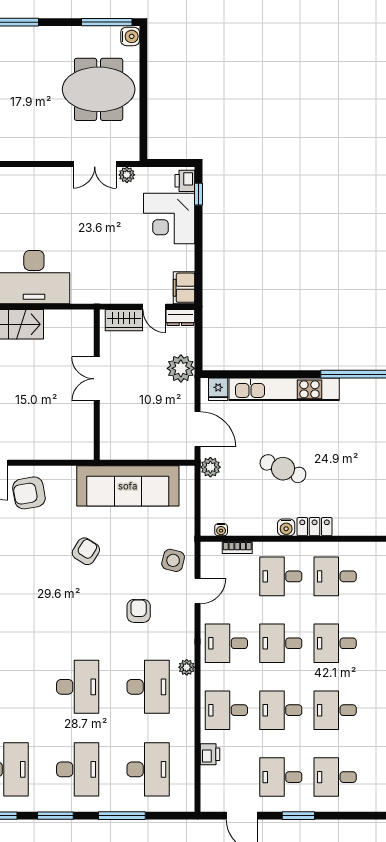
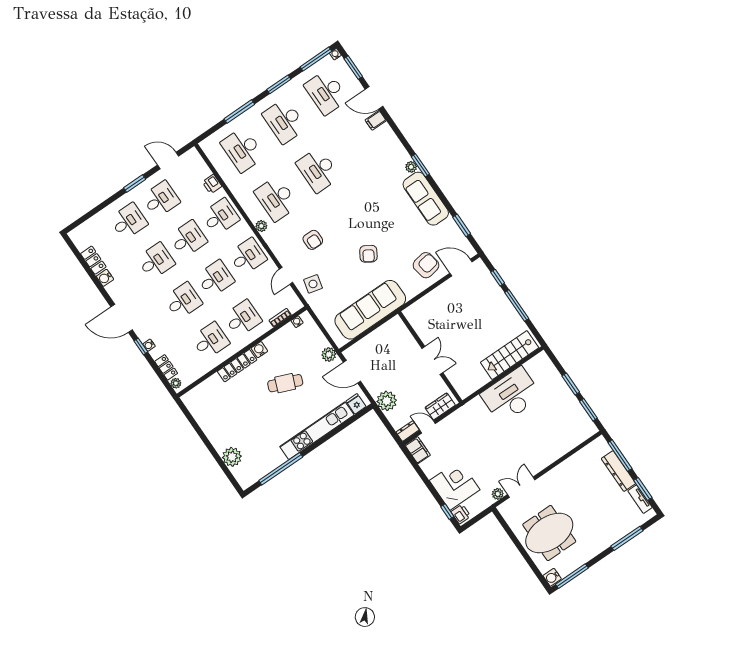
locker: (315, 527) -> (237, 366), width x1.53

